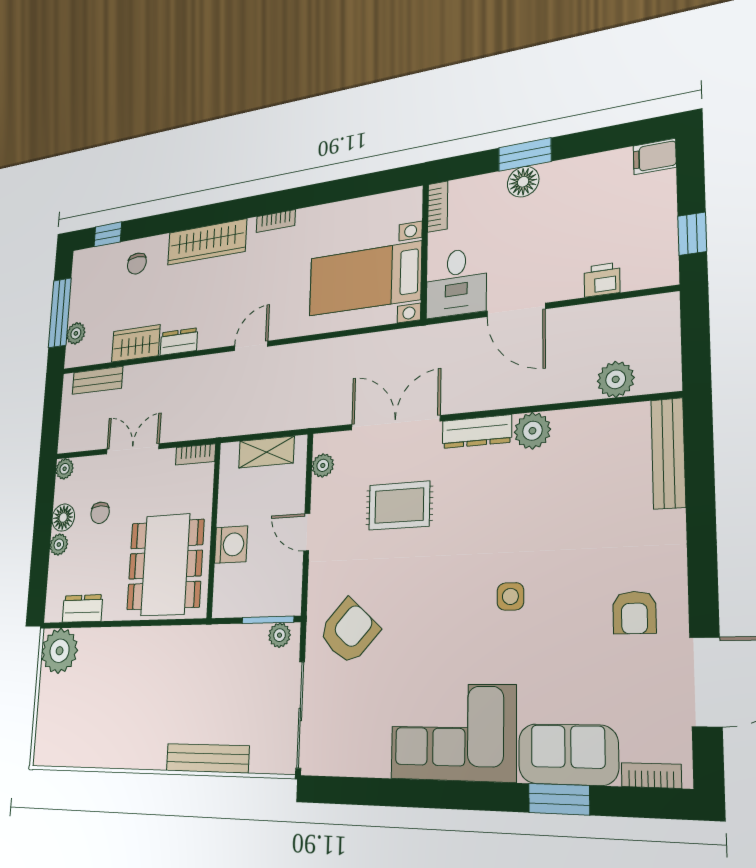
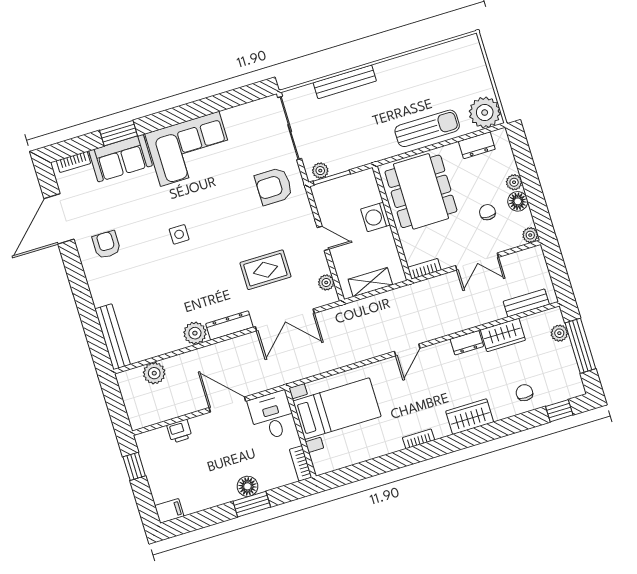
wardrobe: (207, 242) -> (470, 417), width x0.67
armchair: (349, 631) -> (274, 186), turned 48
sun lounger: (130, 652) -> (427, 128), added

